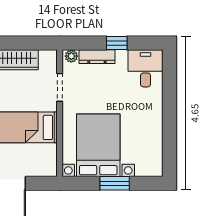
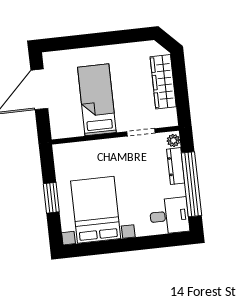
window: (117, 43) -> (191, 184), width x3.17
bed with nightstands: (98, 145) -> (96, 210), moved, turned -90

